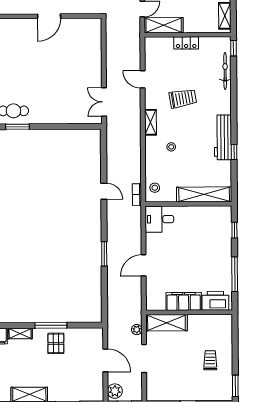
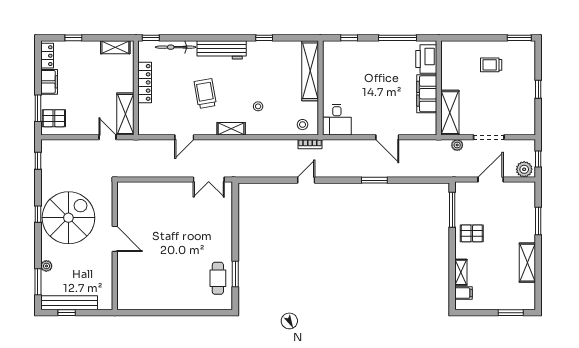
locker: (186, 43) -> (145, 82), width x1.53
workbench: (223, 137) -> (222, 50), moved
window: (51, 325) -> (452, 210), moved

